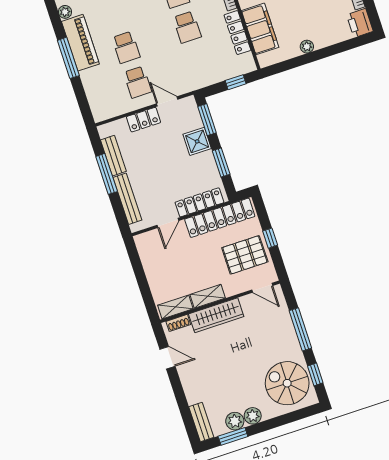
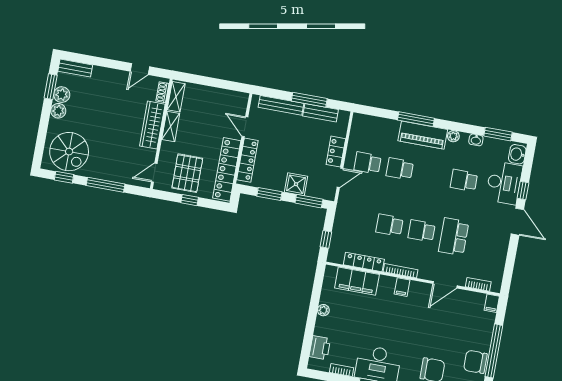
printer: (360, 23) -> (320, 348), moved, turned 90
spiral stairs: (287, 383) -> (69, 152), turned 90

